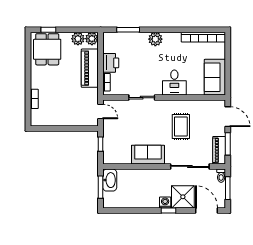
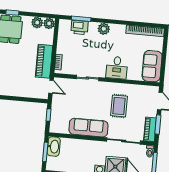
printer: (111, 63) -> (80, 27), moved, turned 90
piano: (90, 68) -> (44, 61), moved
sofa: (148, 155) -> (88, 128), width x1.36

